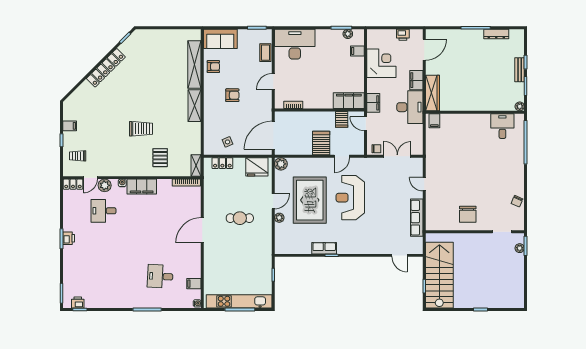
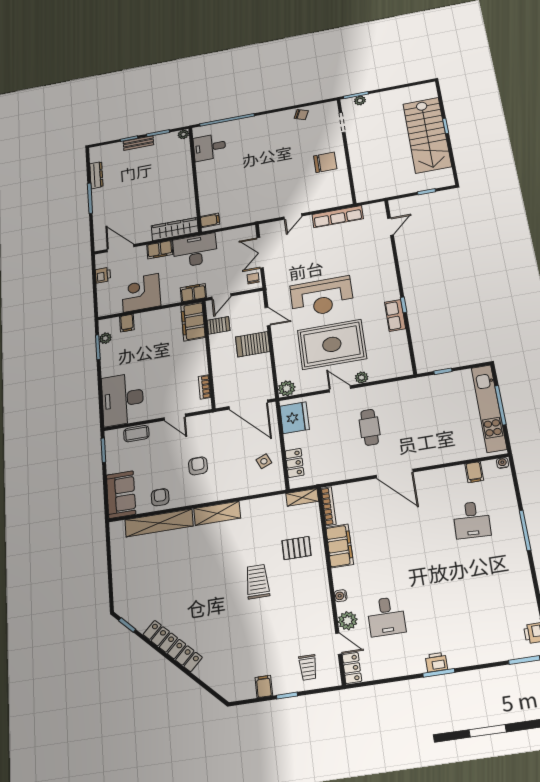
filing cabinet: (142, 187) -> (340, 546), moved
stairs: (439, 275) -> (427, 135), moved, turned -90

